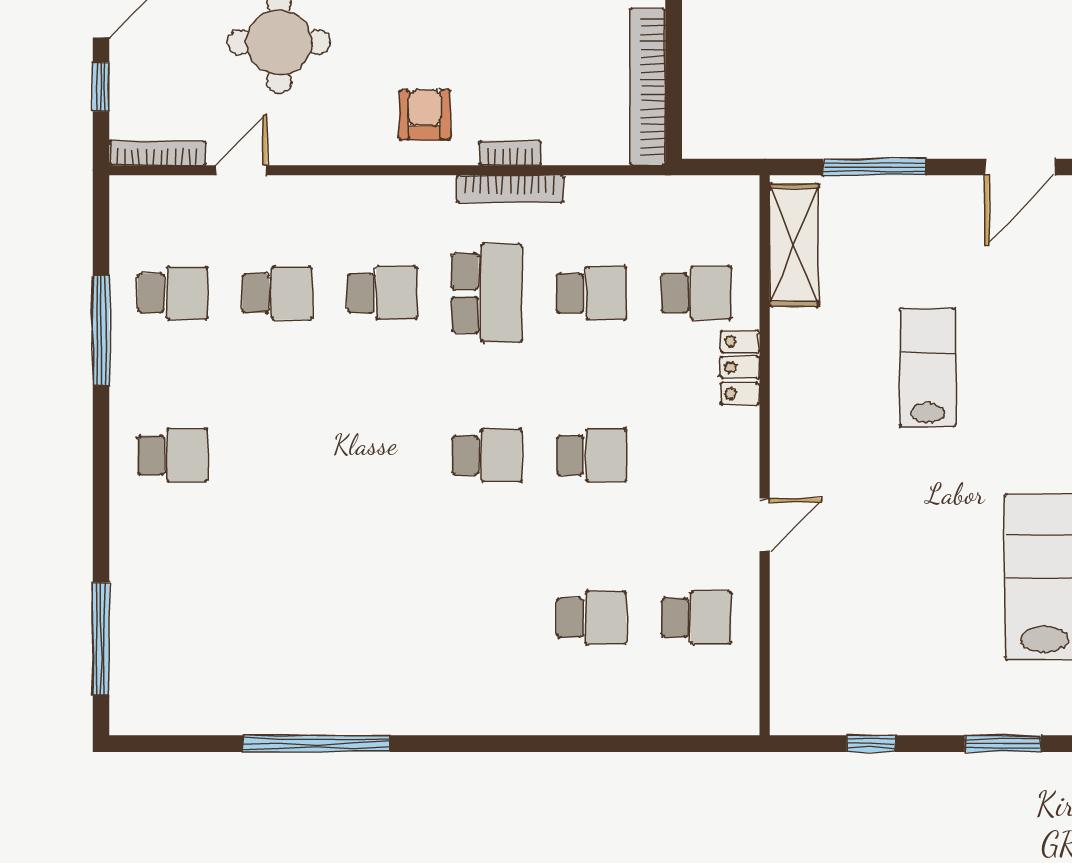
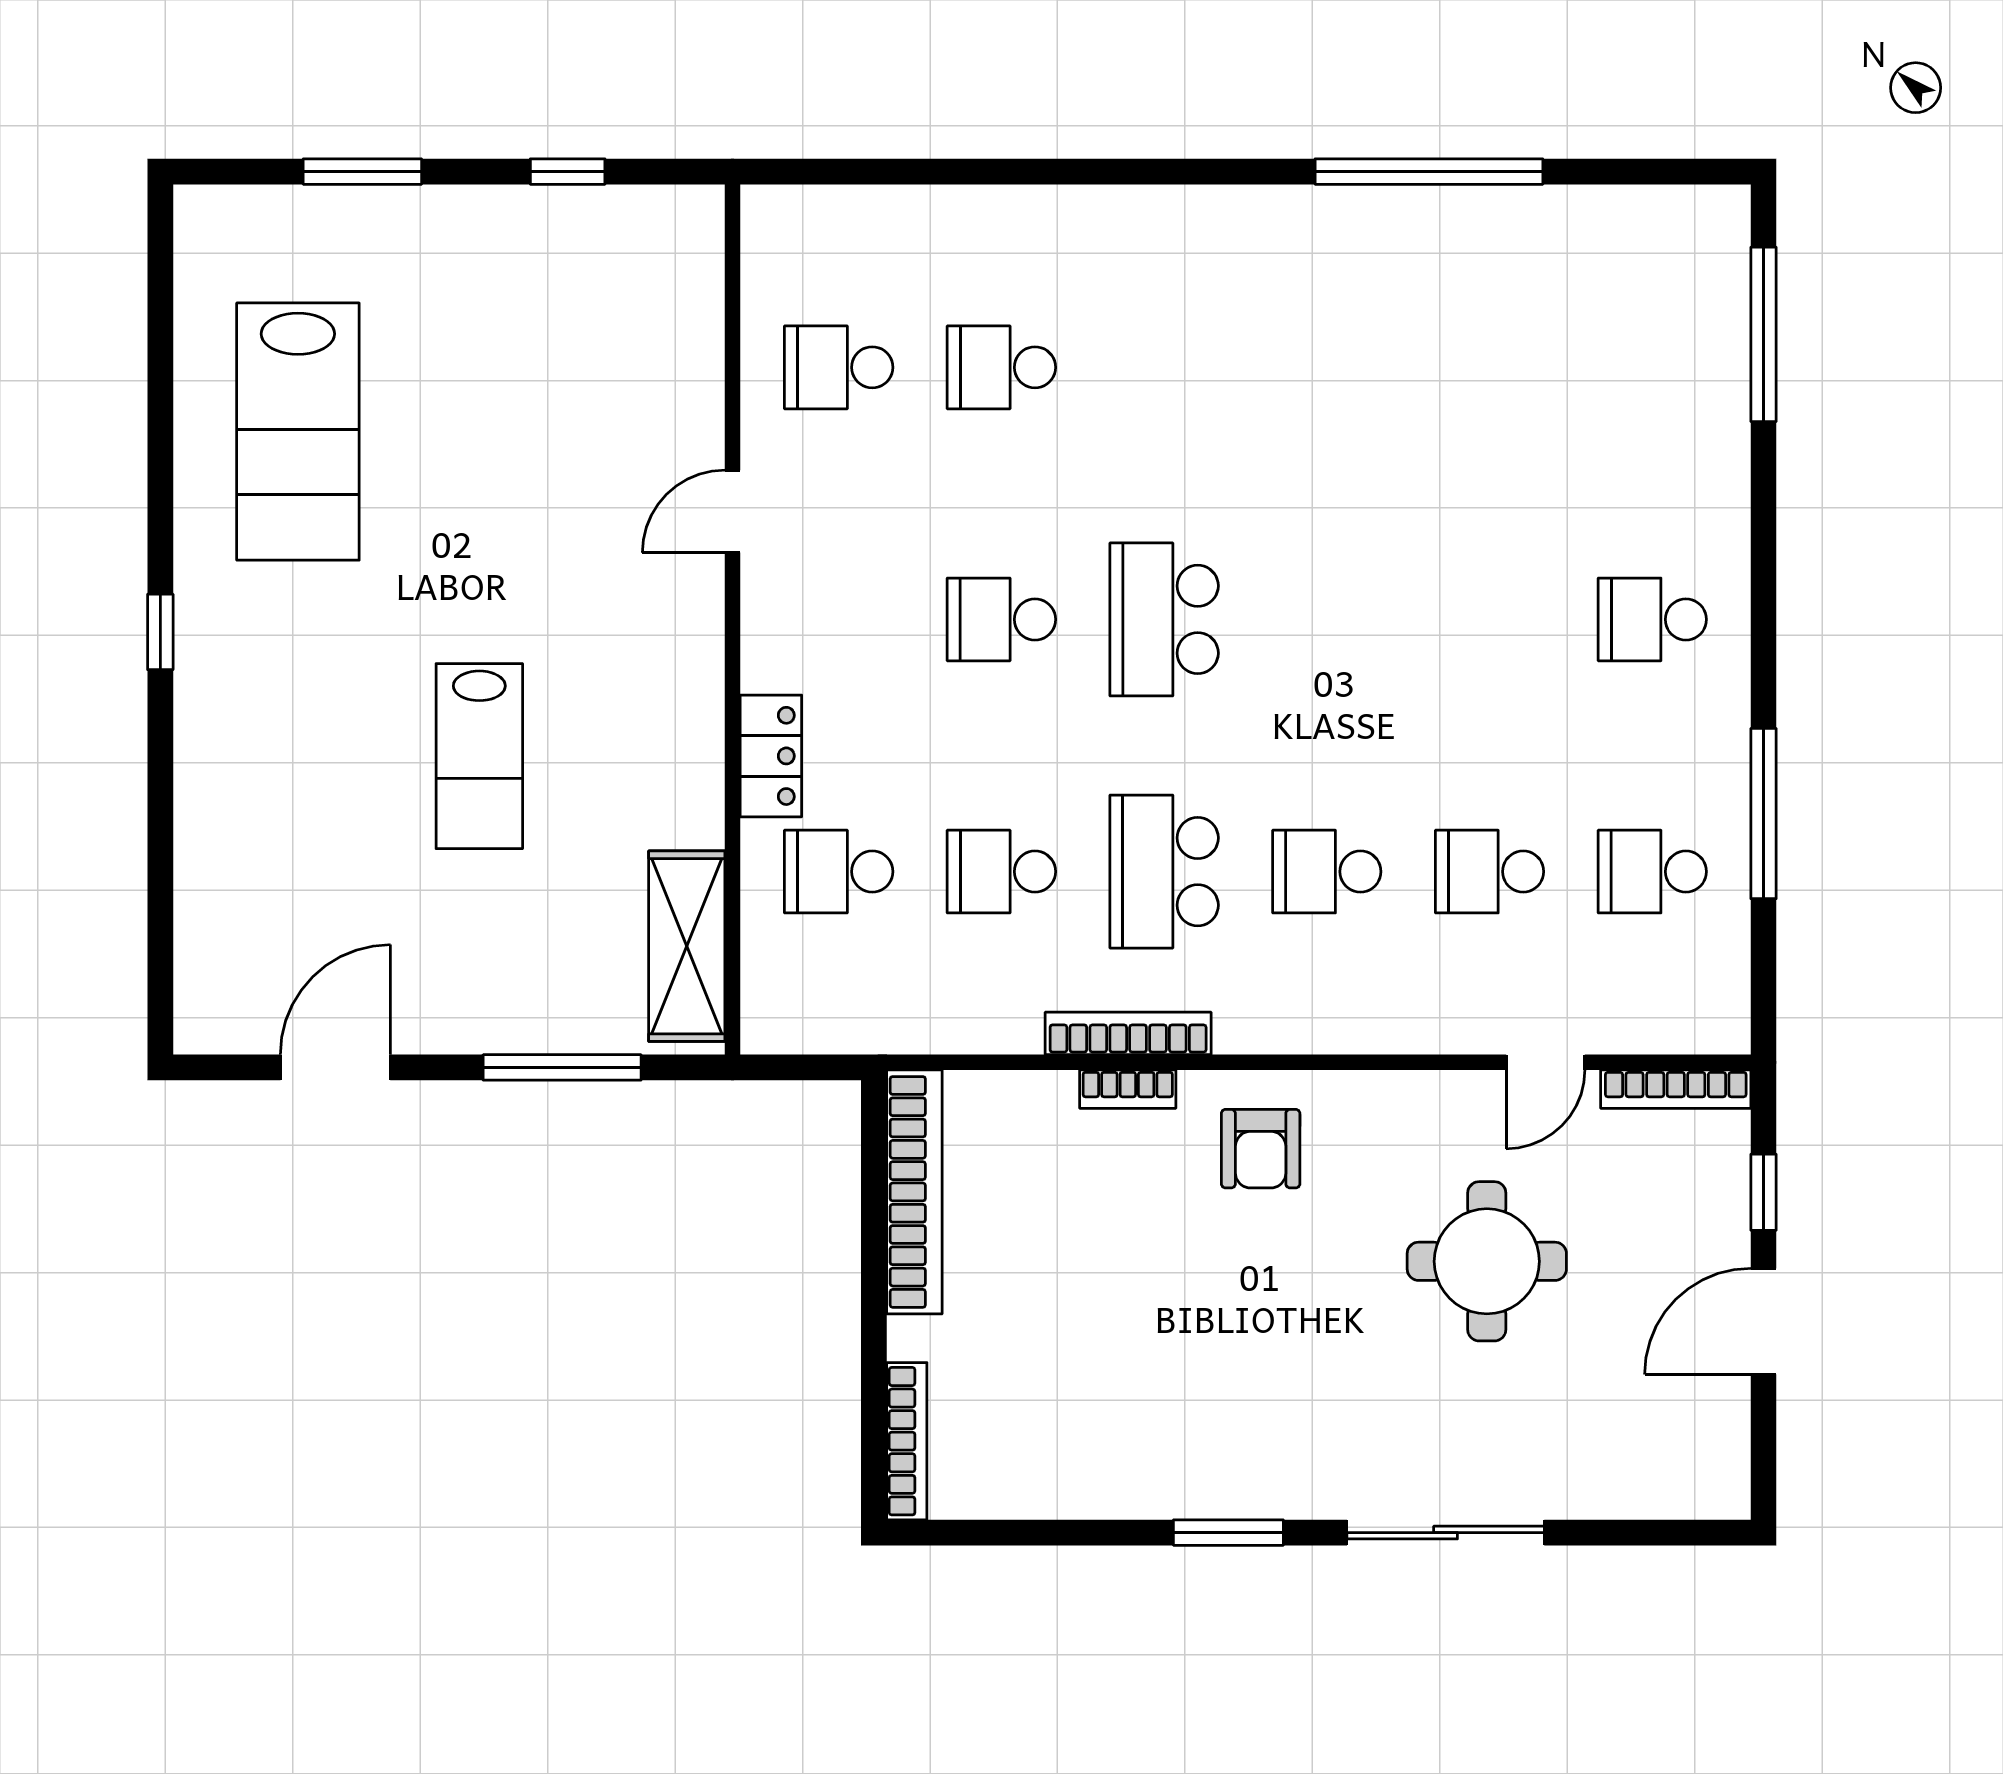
school desk: (487, 455) -> (1164, 619), width x1.85

